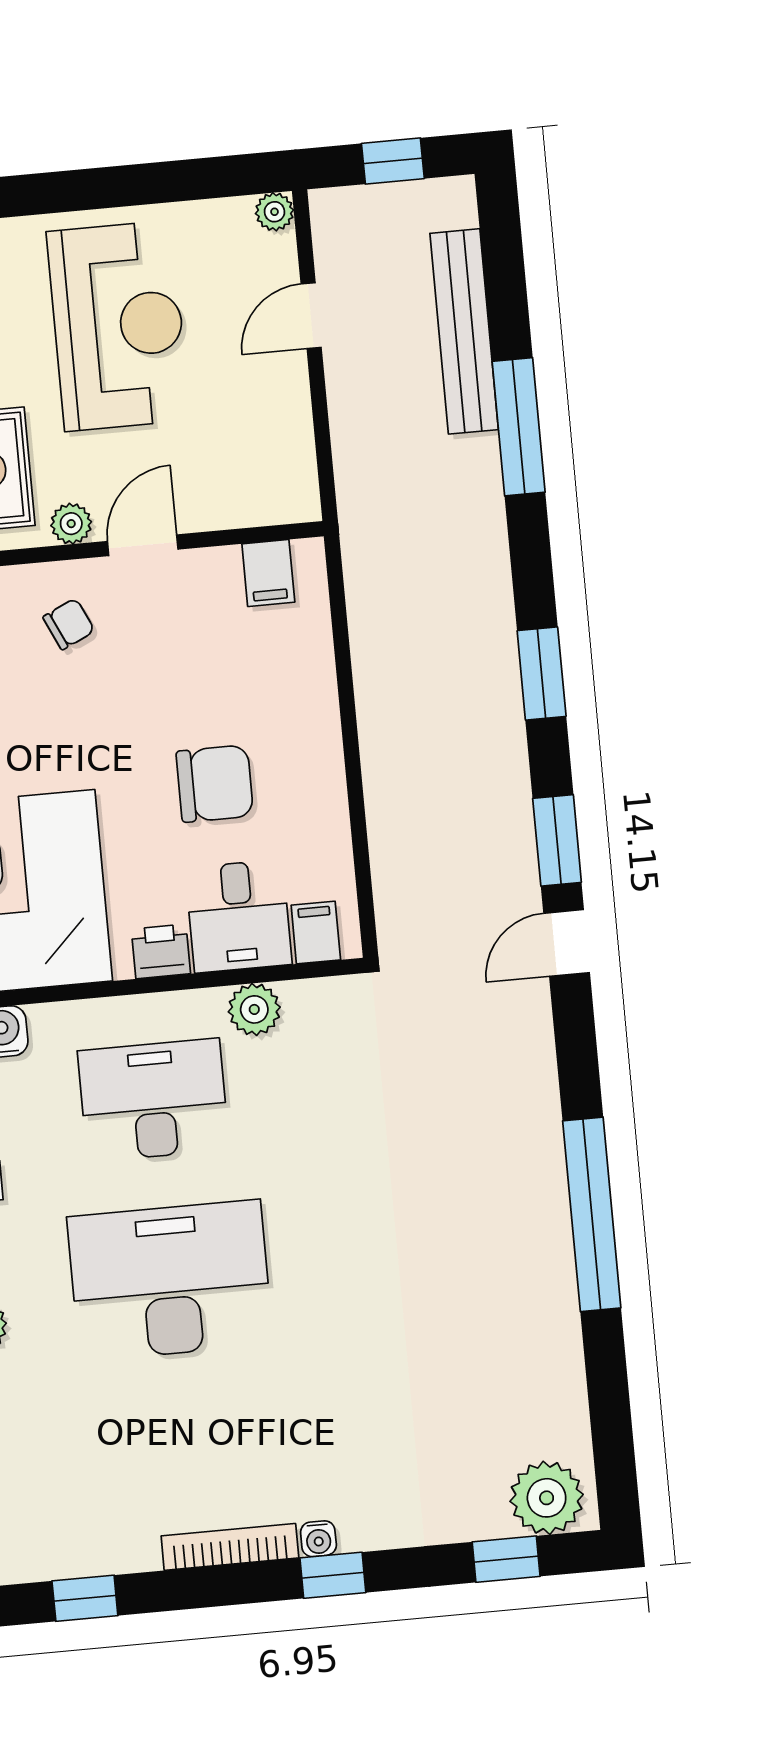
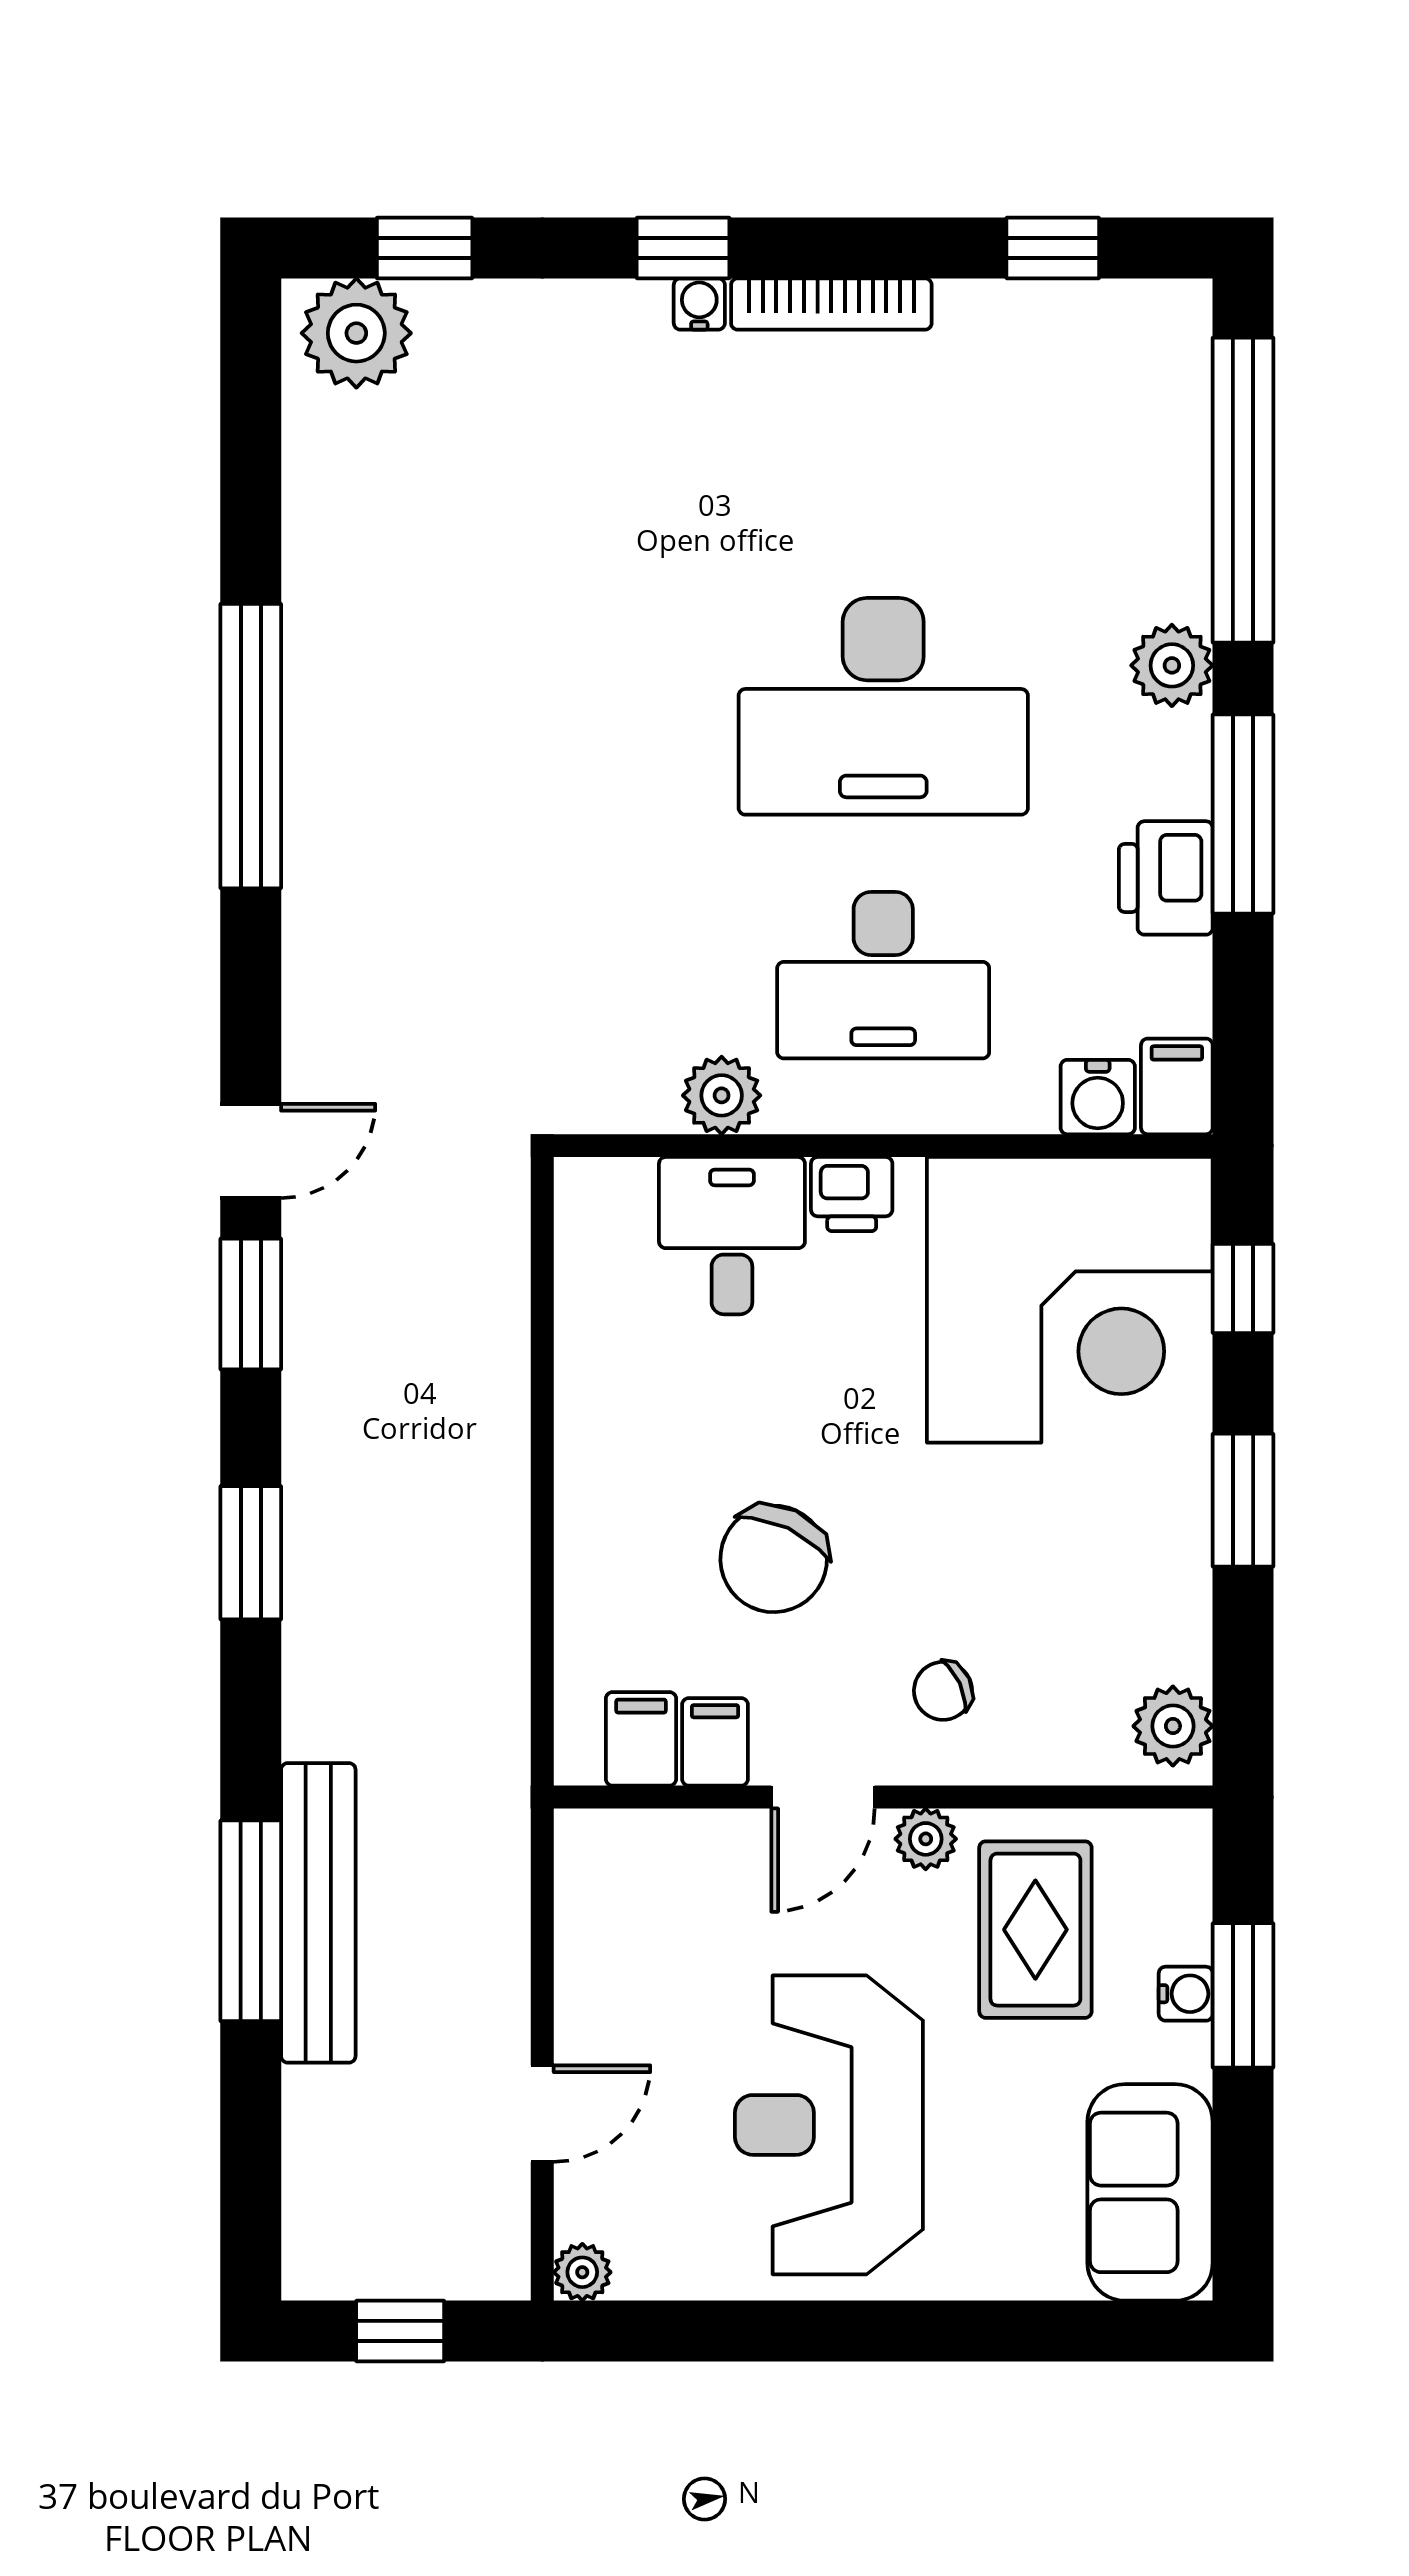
bench: (464, 331) -> (318, 1913), moved
chair: (215, 784) -> (774, 1559), moved, turned -65
filing cabinet: (316, 932) -> (715, 1742), moved, turned 180

